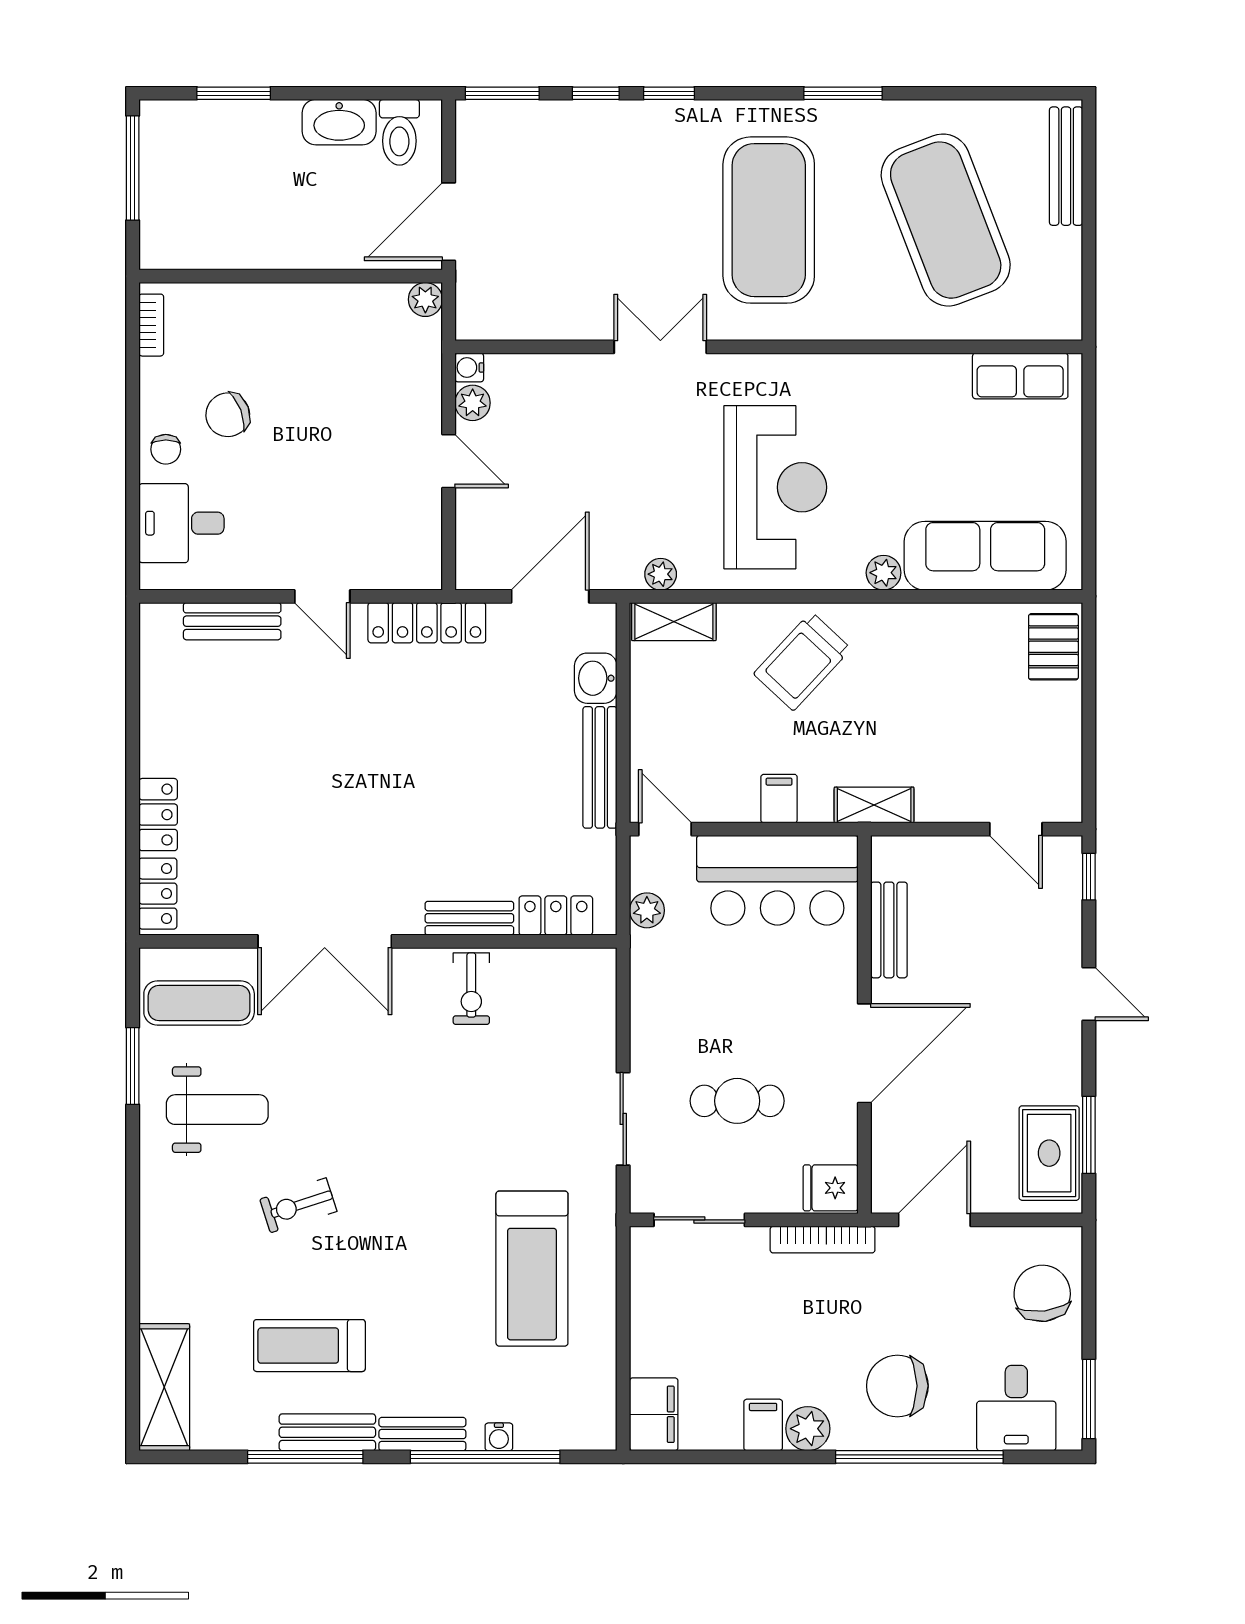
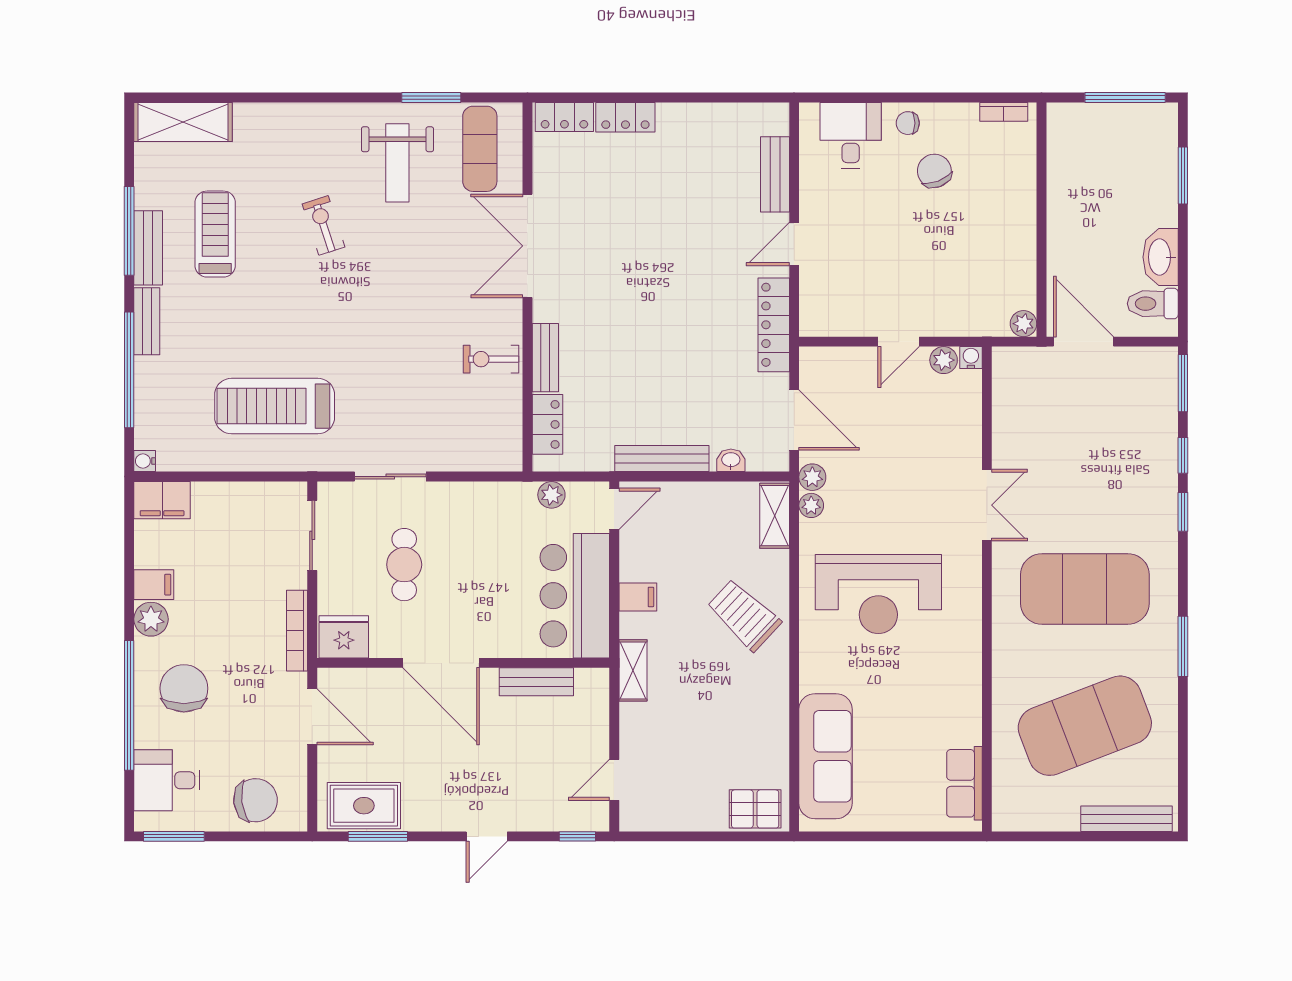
plant: (884, 573) -> (812, 477), moved
washbasin: (596, 678) -> (731, 460), width x0.72, depth x0.69
fridge: (831, 1188) -> (344, 637), width x1.38
water cooler: (499, 1437) -> (145, 461), moved

